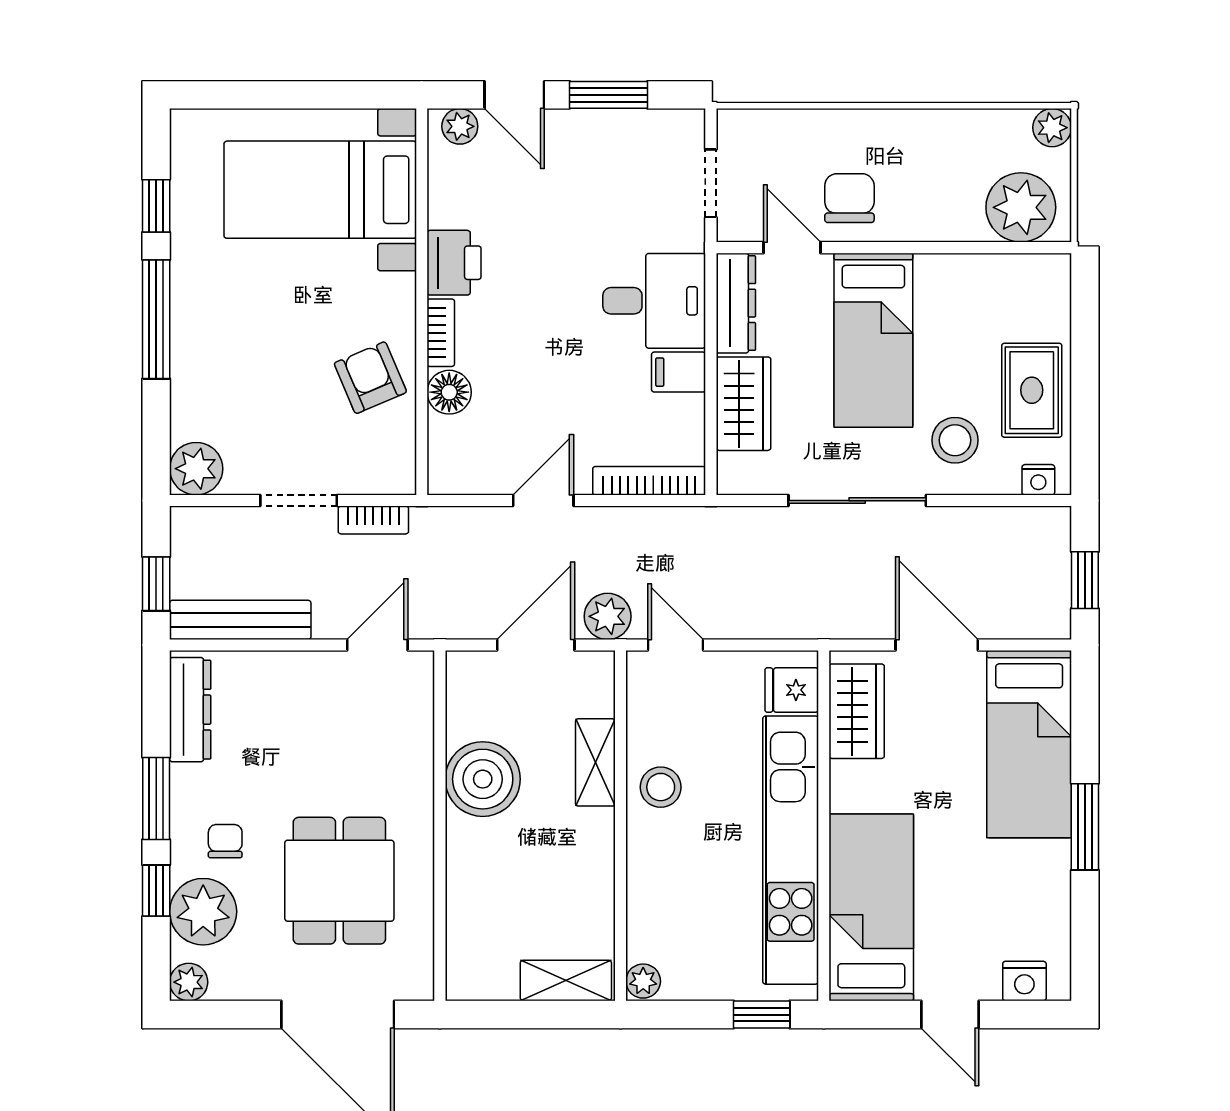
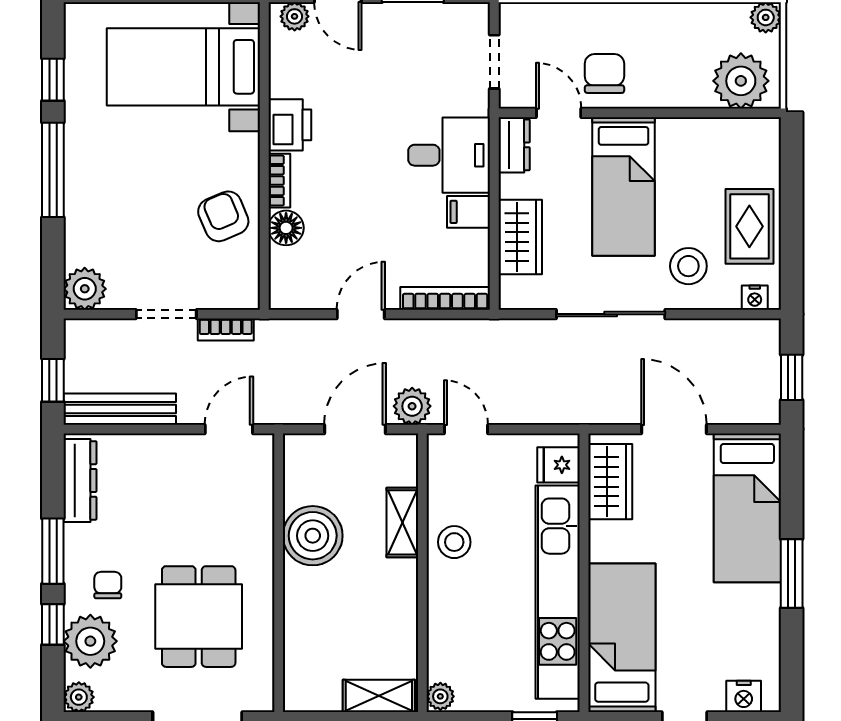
dresser: (736, 303) -> (514, 145), width x0.70

